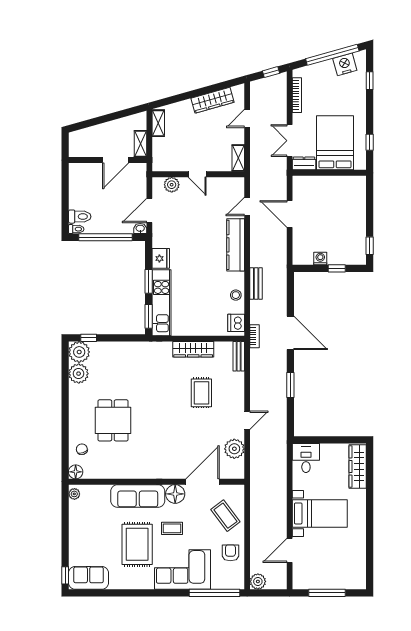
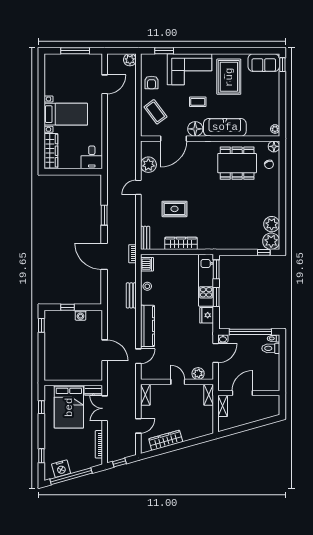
shelving: (158, 123) -> (209, 395), moved
double door: (290, 141) -> (105, 408), swing flipped
rug: (201, 393) -> (174, 209), turned 90
dining table: (113, 420) -> (237, 163), moved, width x1.38
bed with nightstands: (320, 513) -> (66, 114), moved, turned 180
rug: (137, 544) -> (229, 77), moved
window: (215, 593) -> (164, 51), width x0.47

